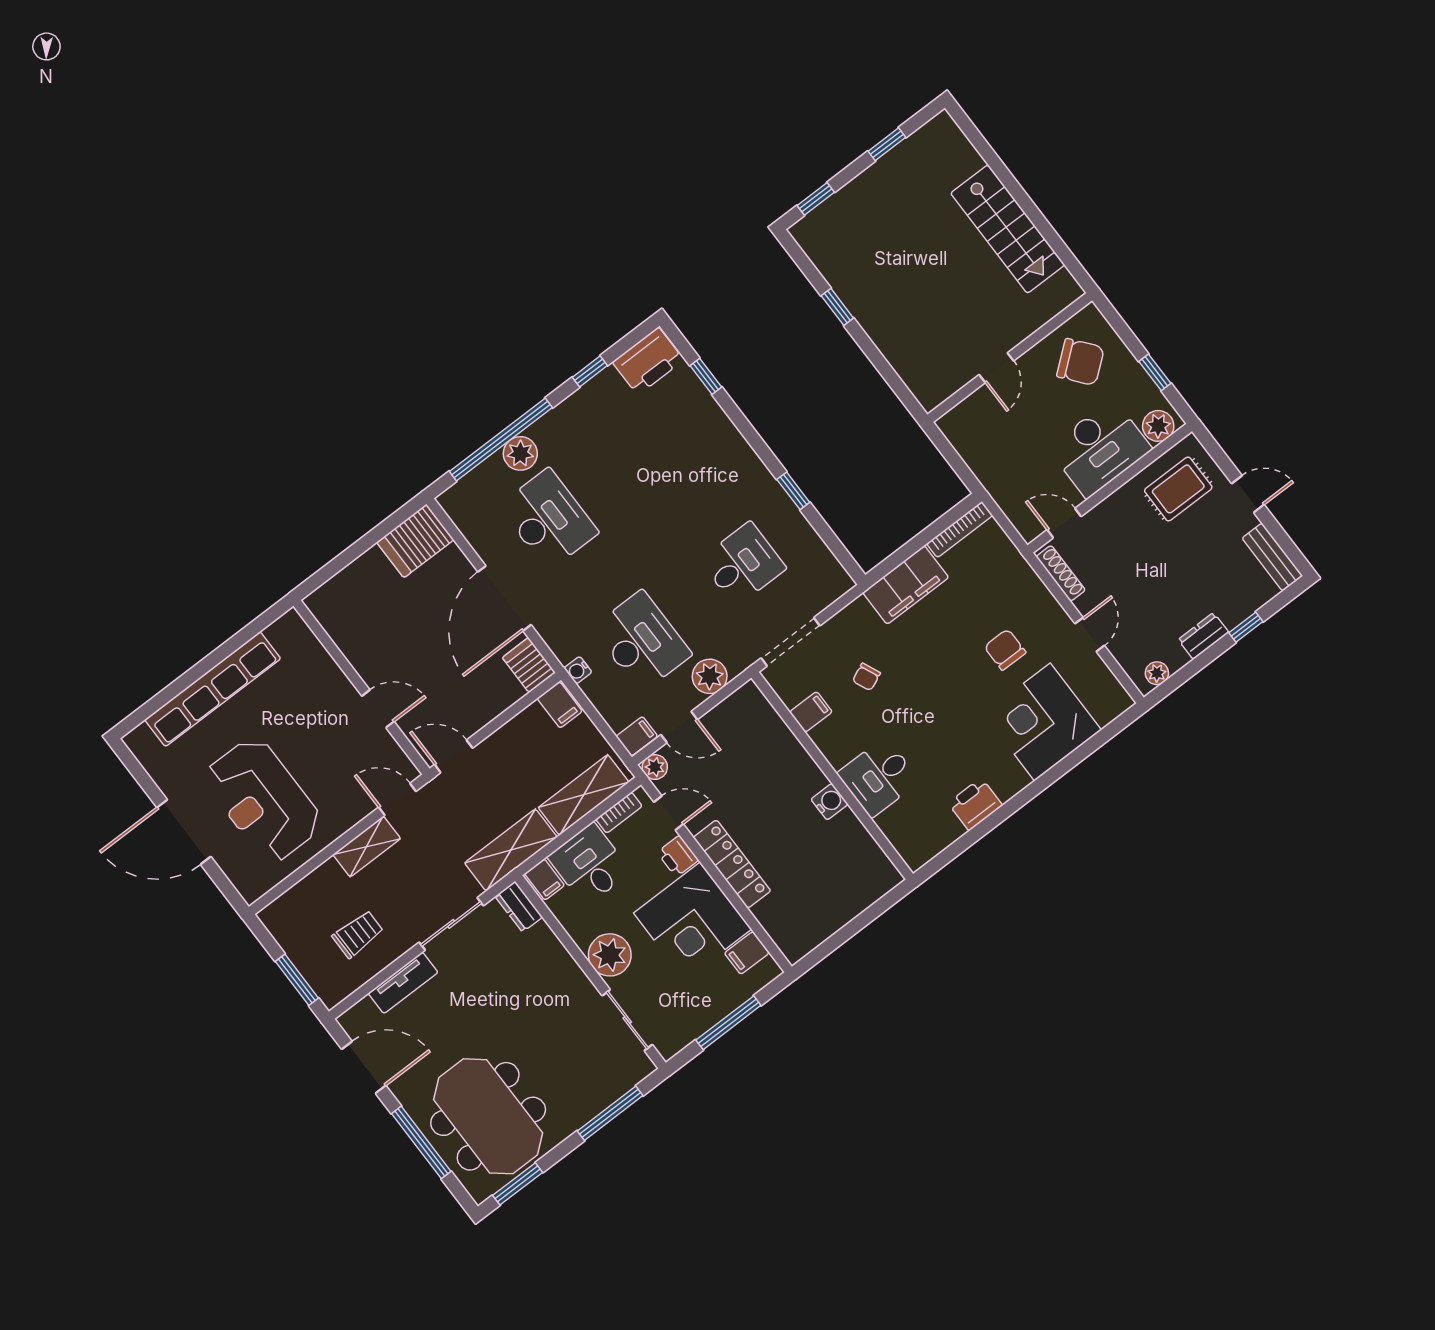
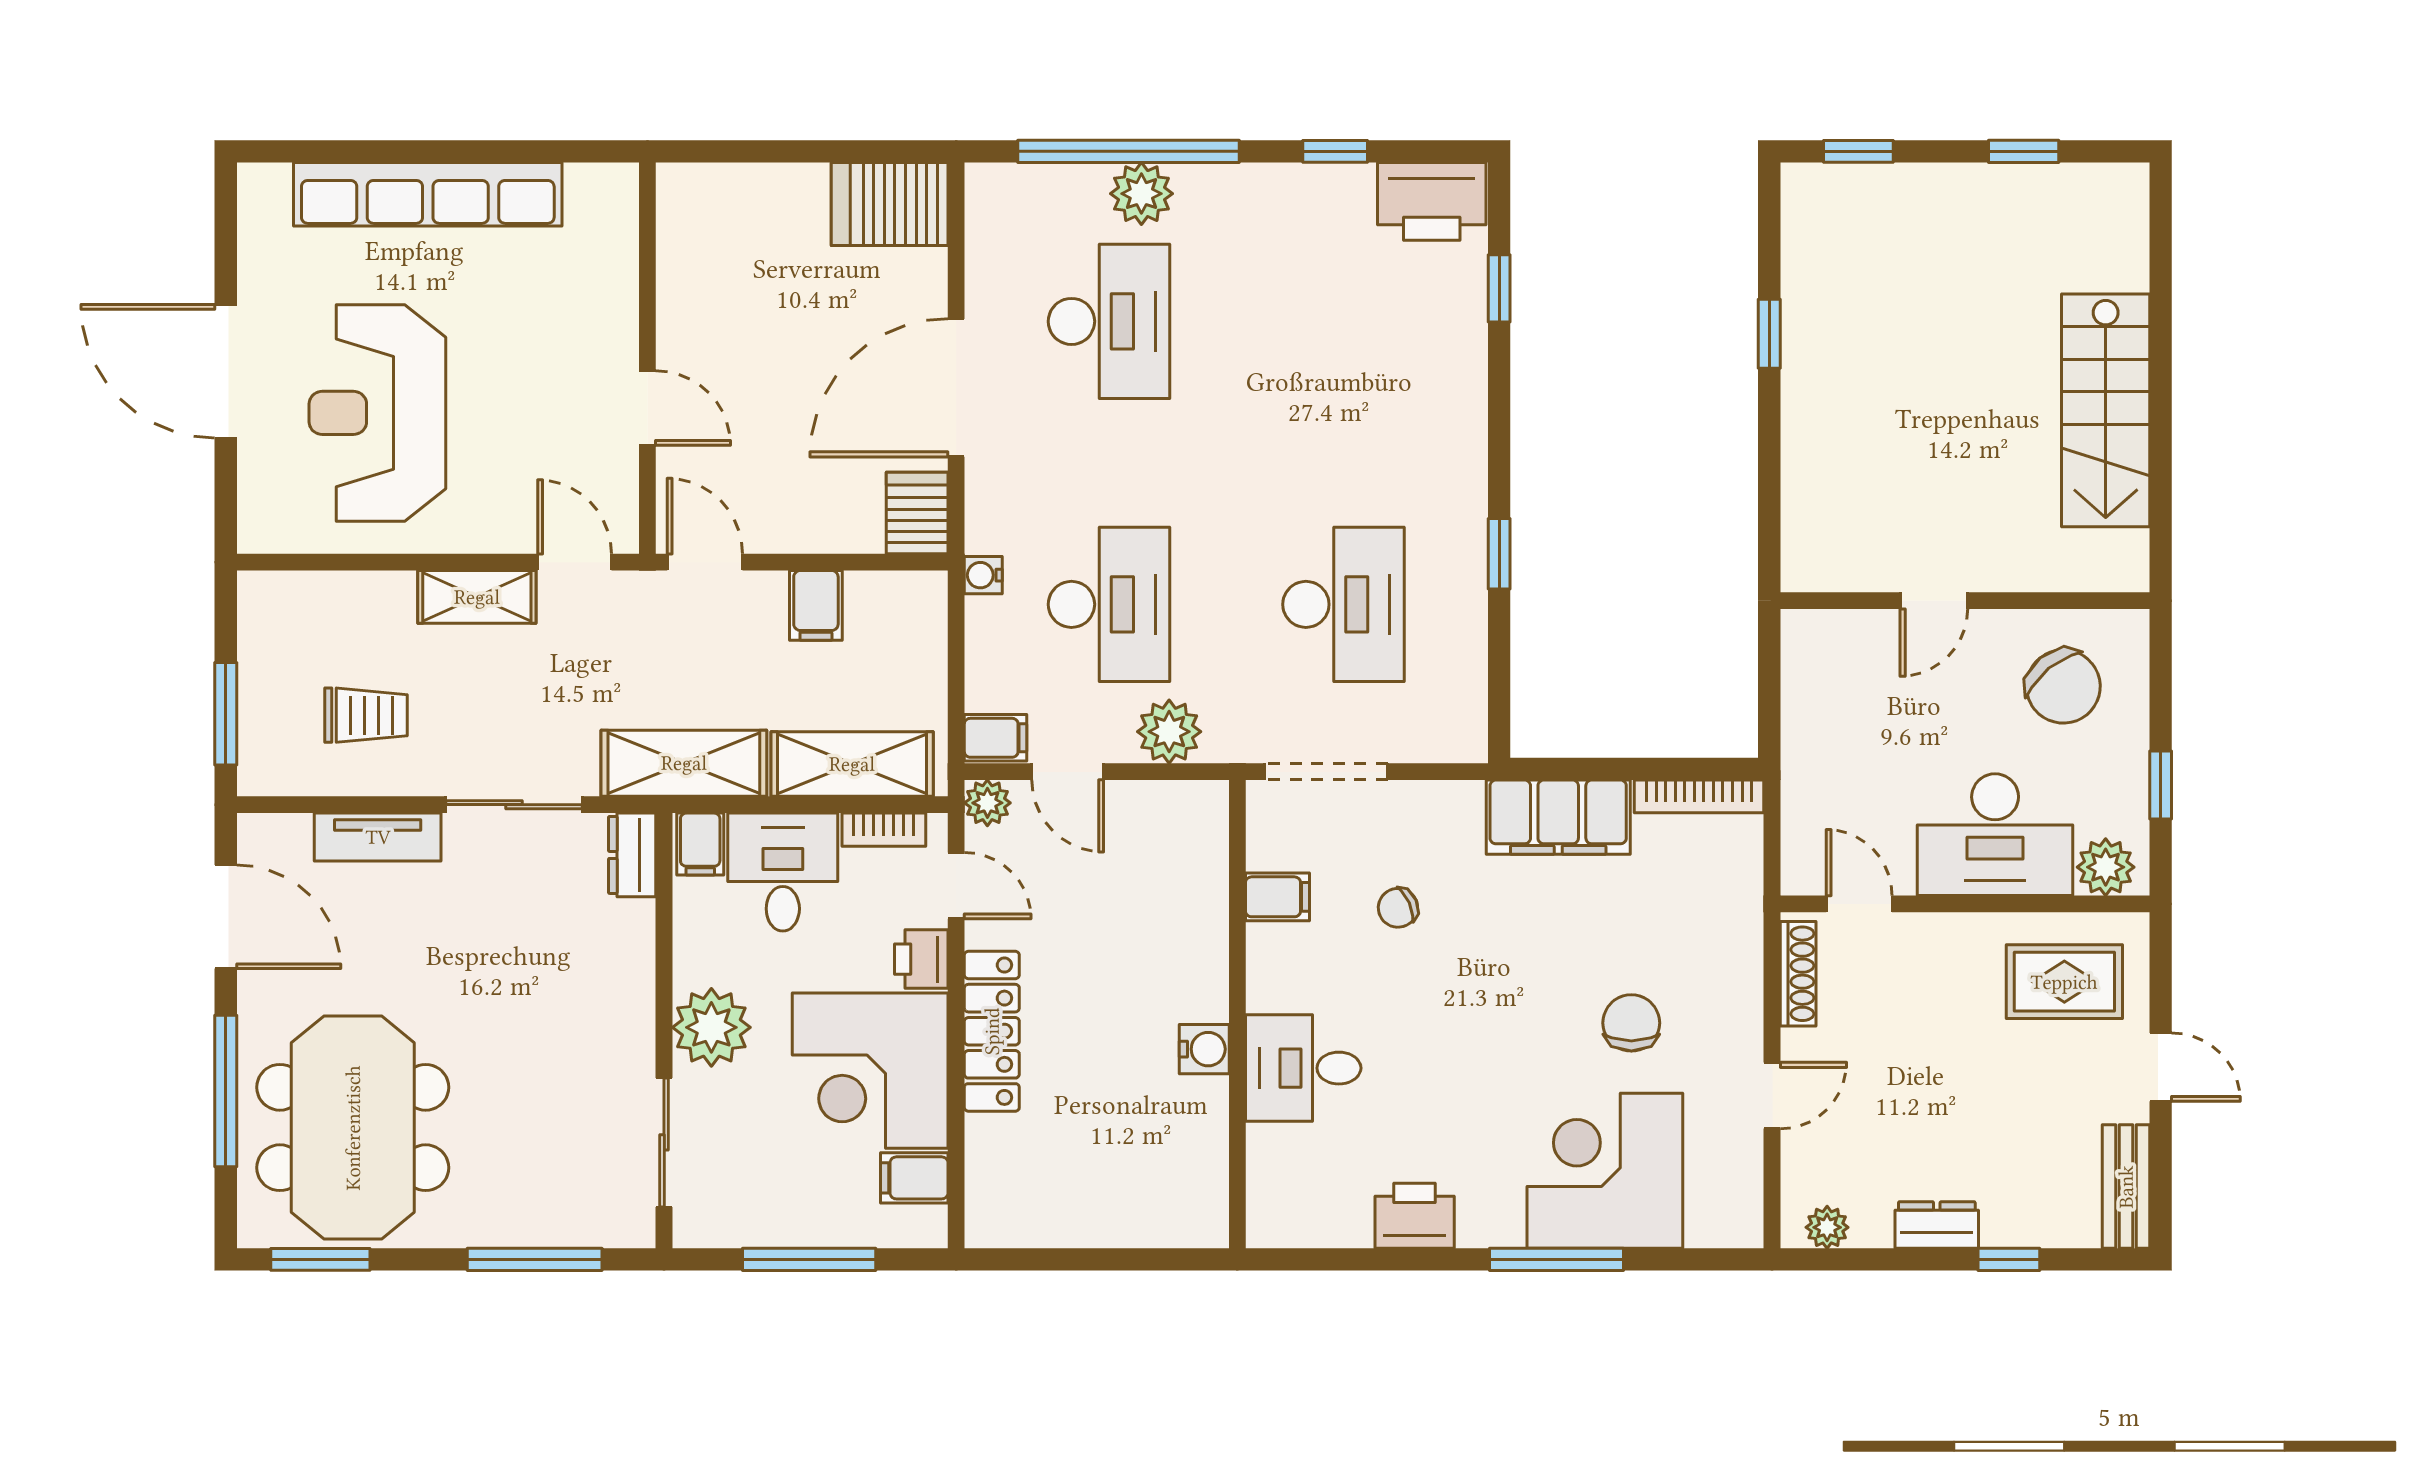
desk: (743, 564) -> (1343, 604), width x1.37
filing cabinet: (560, 705) -> (816, 605), moved
window: (1051, 776) -> (1557, 1259), added

